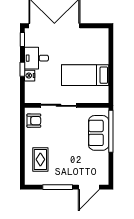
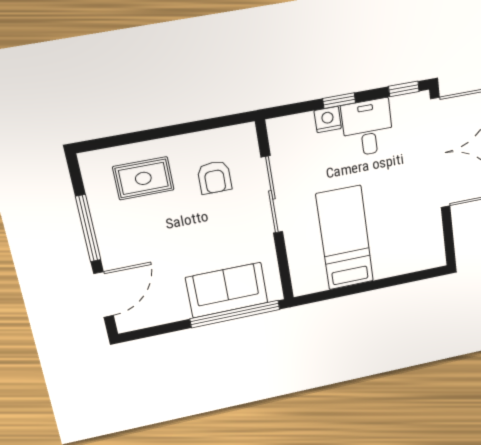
armchair: (34, 121) -> (214, 177), moved
door: (89, 187) -> (104, 295), swing flipped

